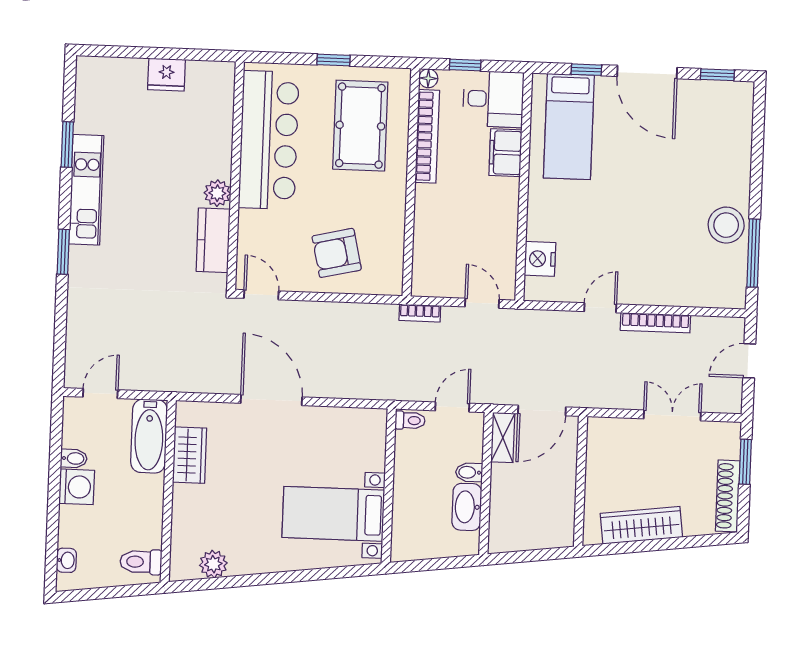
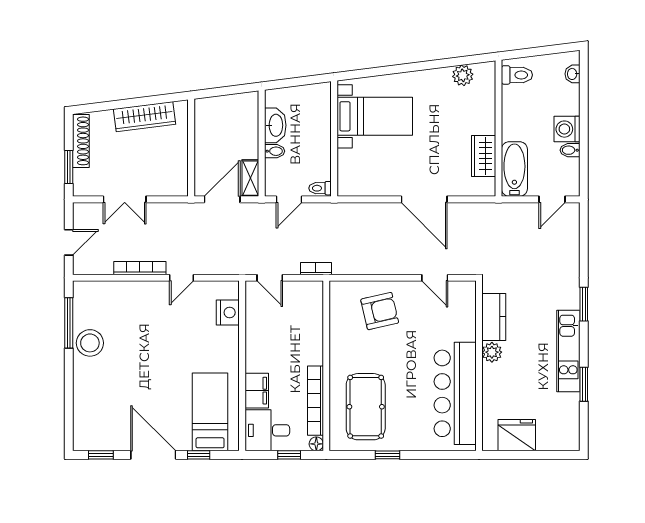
fridge: (166, 75) -> (517, 435), width x1.36, depth x1.34
bar counter: (269, 140) -> (455, 393), moved
wall: (235, 176) -> (479, 366), moved
plant: (217, 193) -> (492, 352), moved
kitchen counter: (213, 240) -> (494, 317), moved

